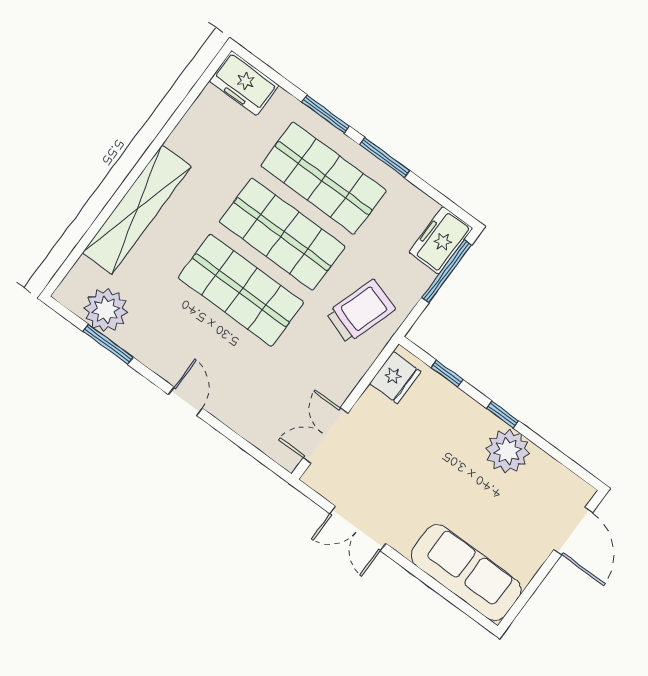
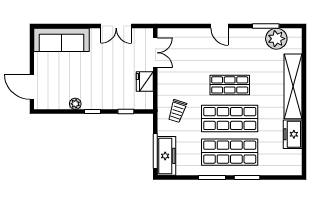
freezer: (244, 83) -> (293, 134), moved, turned -90
freezer: (441, 240) -> (166, 156), width x1.40
shop shelf: (241, 290) -> (230, 85), width x0.70, depth x0.74
trolley: (361, 311) -> (177, 111), width x0.73, depth x0.72
fridge: (395, 378) -> (145, 82), moved
plant: (507, 451) -> (75, 104), width x0.53, depth x0.53
double door: (358, 529) -> (116, 26), swing flipped

